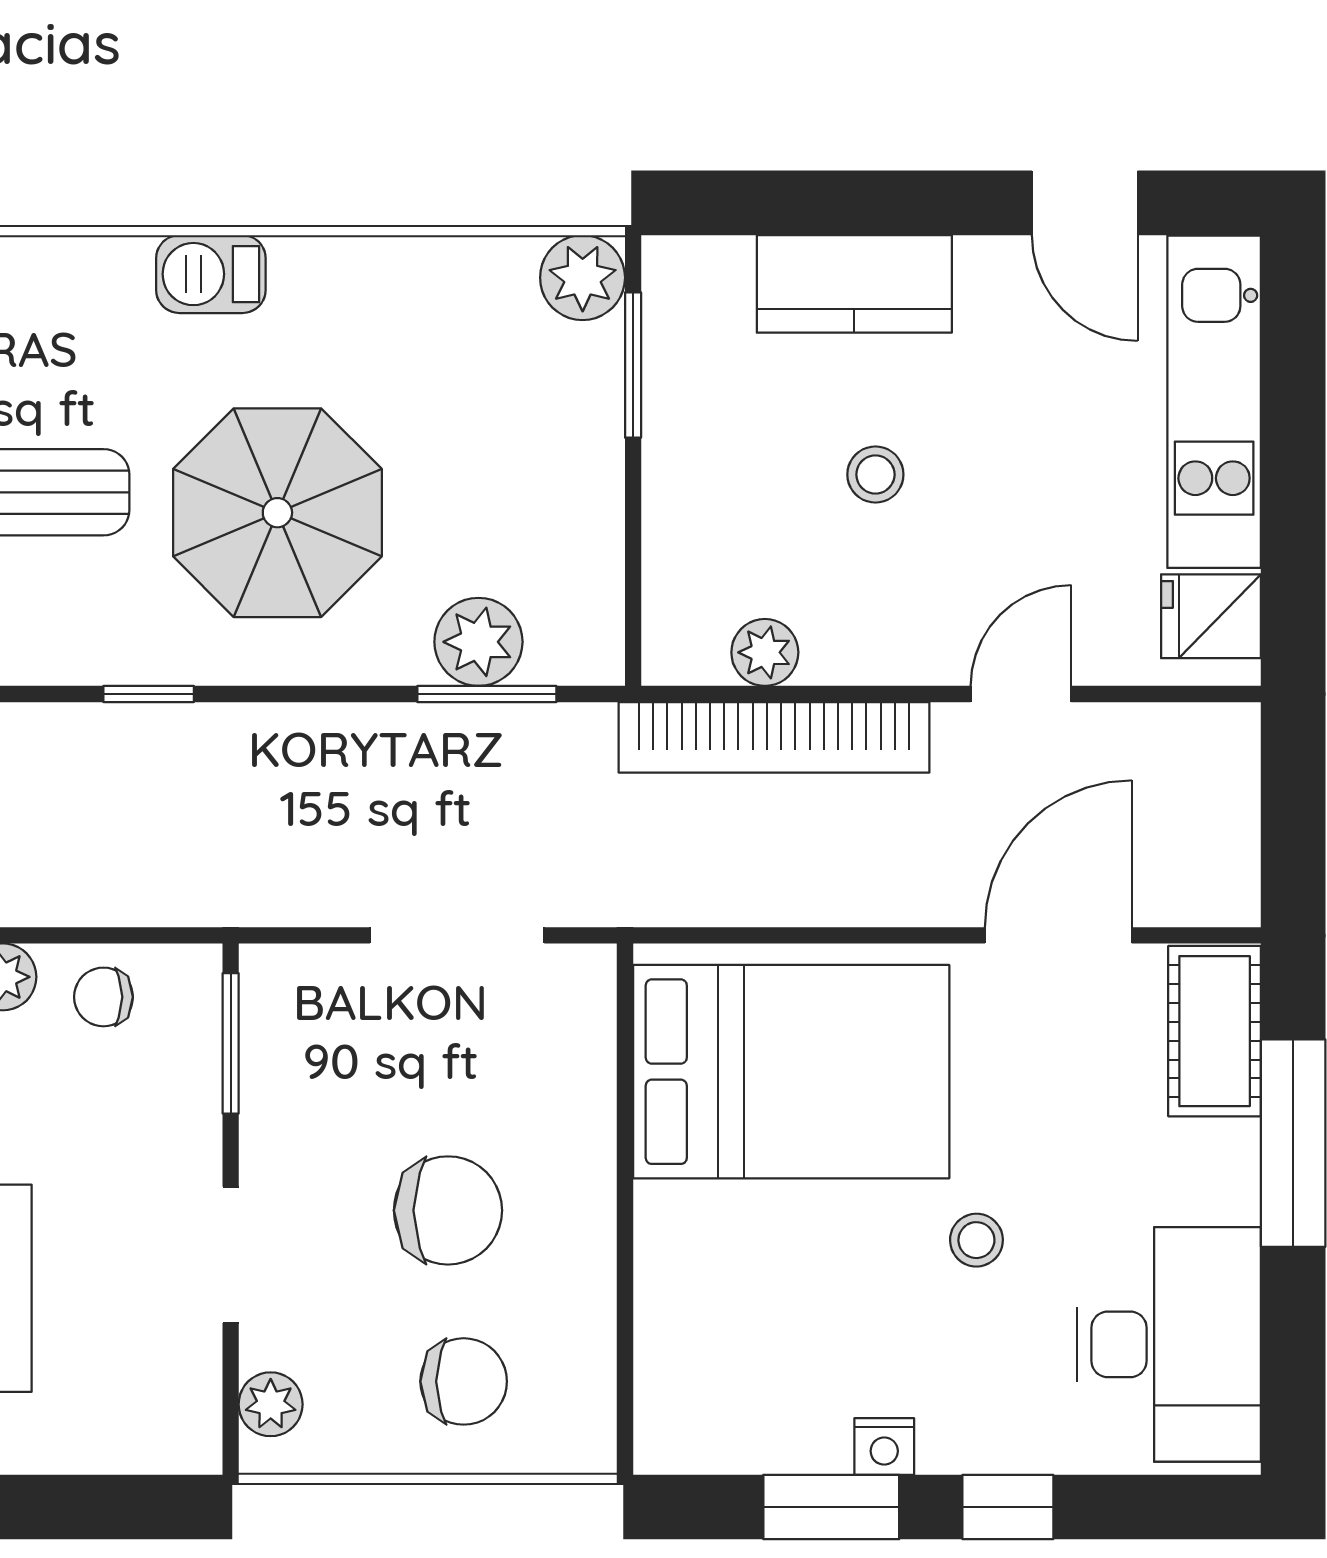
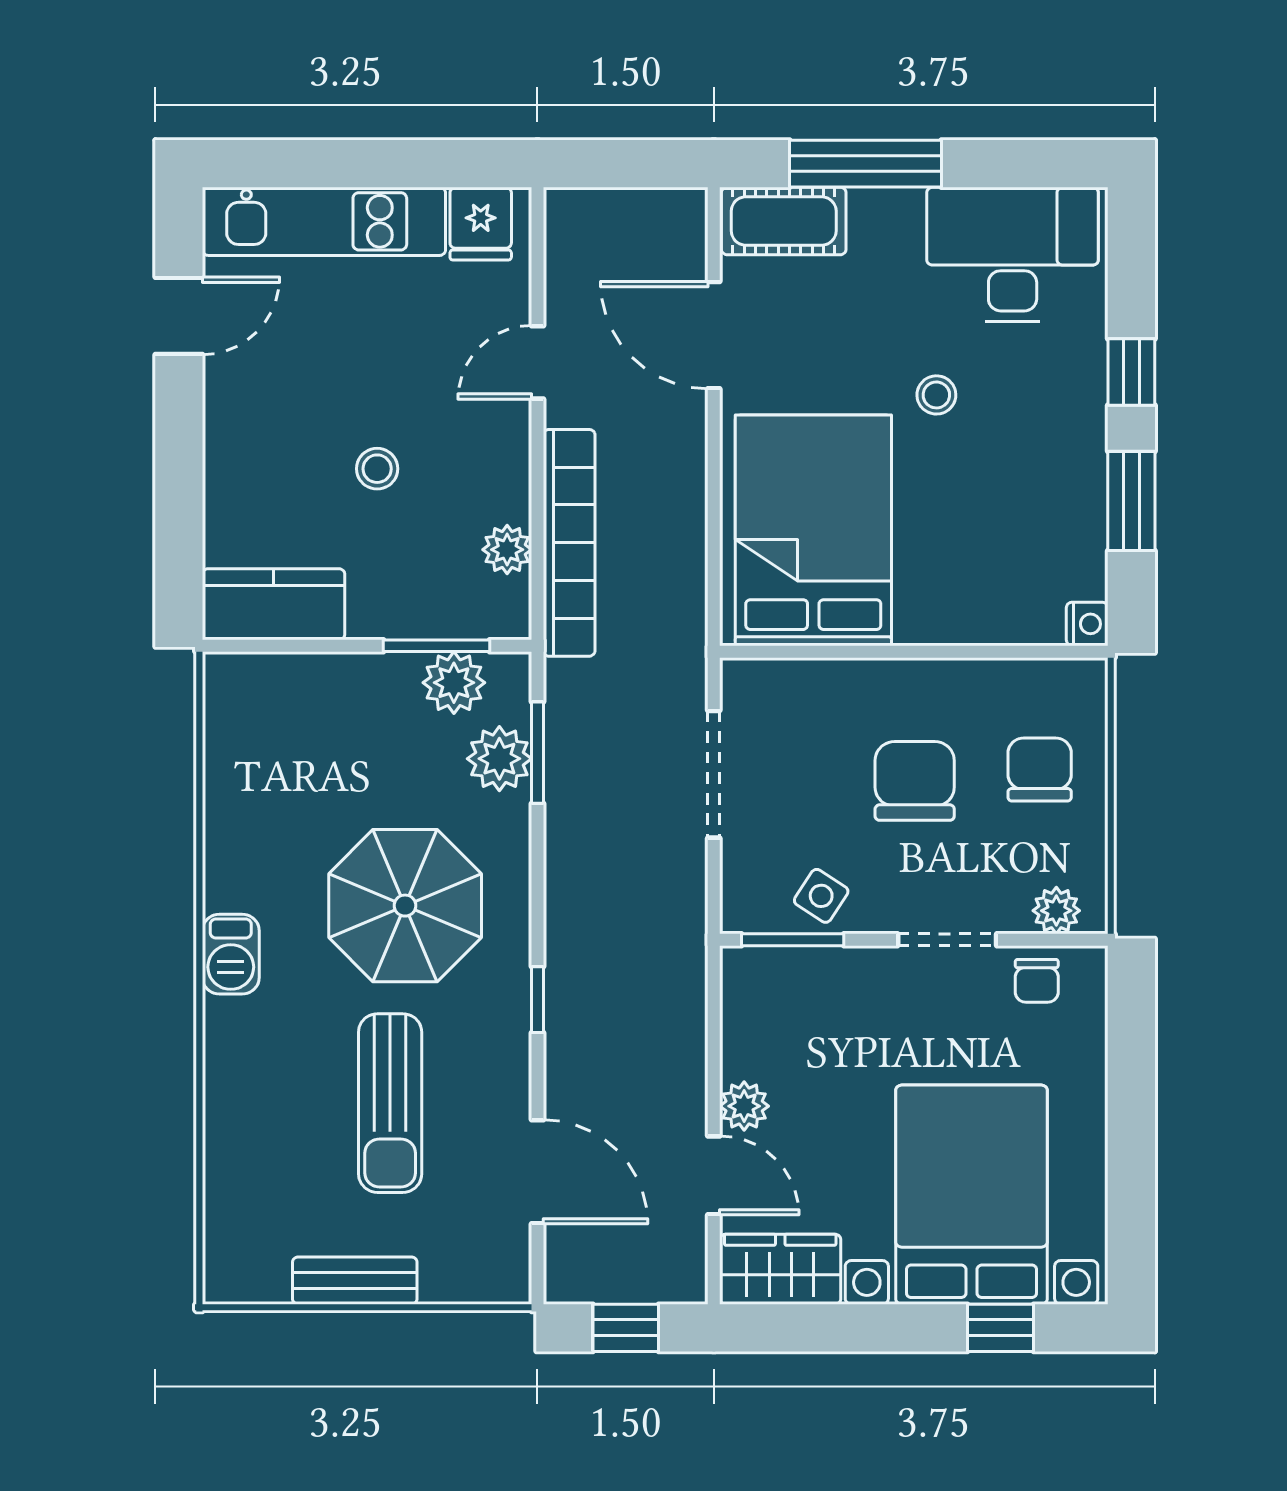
plant: (583, 278) -> (454, 683), moved
kitchen counter: (854, 284) -> (274, 604), moved, turned -90
window: (633, 365) -> (436, 646), moved
door: (1021, 694) -> (537, 362), hinge flipped
chair: (103, 997) -> (1037, 981), moved
side table: (291, 1082) -> (821, 896), added
nightstand: (884, 1447) -> (1087, 624), moved

